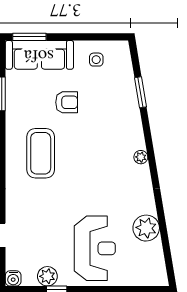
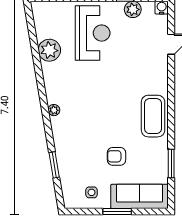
window: (29, 37) -> (117, 212), moved
coffee table: (41, 153) -> (153, 116), moved
reception desk: (95, 248) -> (93, 33), turned 180

